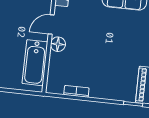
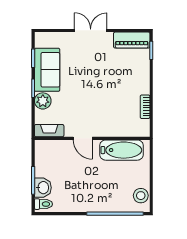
floor lamp: (58, 44) -> (101, 130), removed

